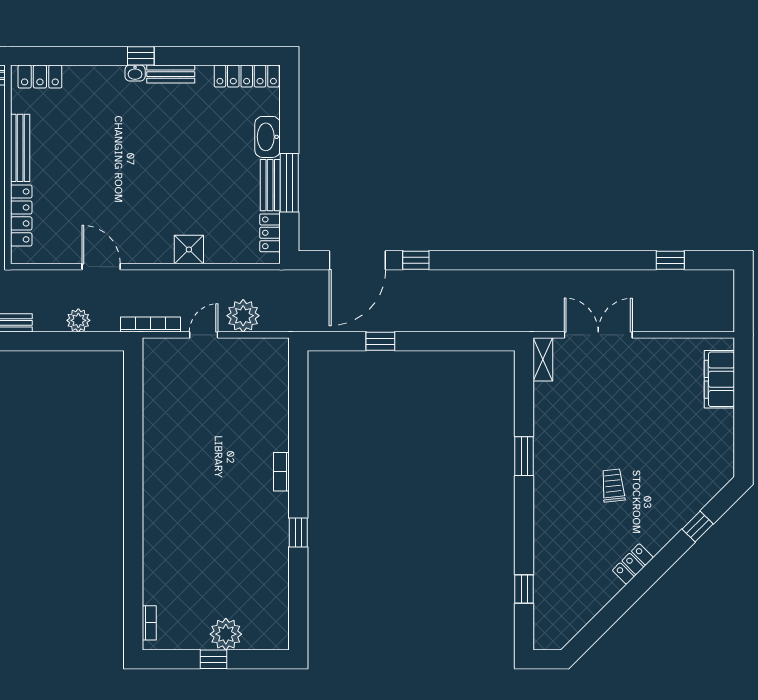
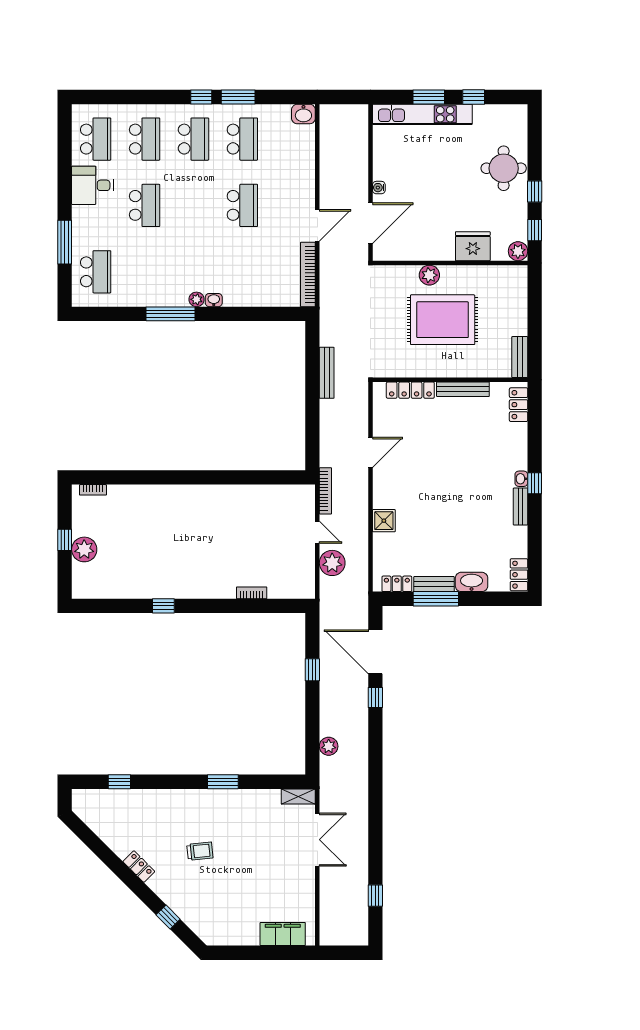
locker: (247, 76) -> (519, 575), width x0.66
plant: (78, 320) -> (329, 746), moved
bookcase: (281, 472) -> (252, 593), moved

